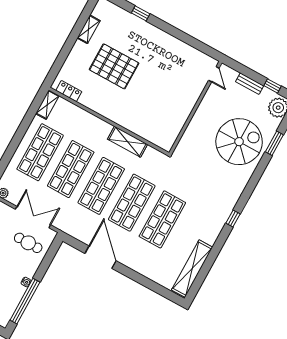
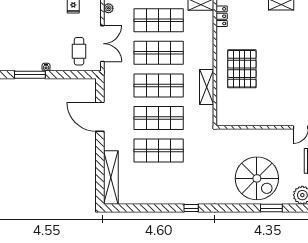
pallet: (114, 66) -> (242, 69), moved
door: (100, 257) -> (100, 117), swing flipped
shelving: (192, 269) -> (111, 178), moved, turned 90
window: (25, 301) -> (30, 75), width x0.68

